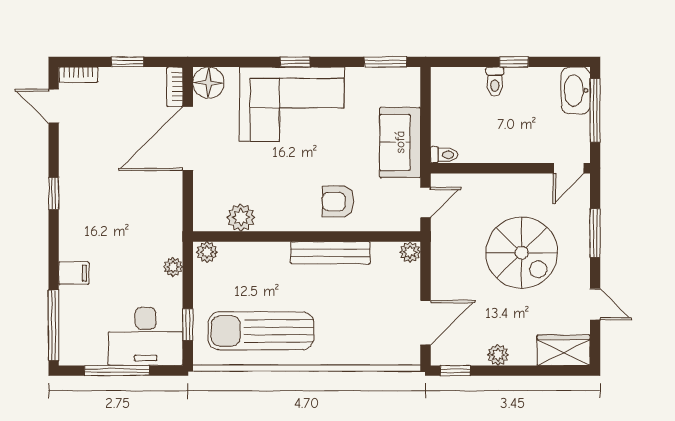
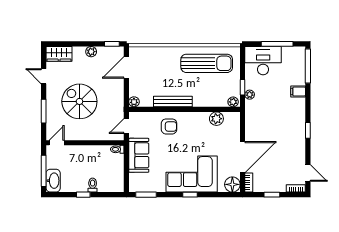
window: (188, 325) -> (242, 87), moved

